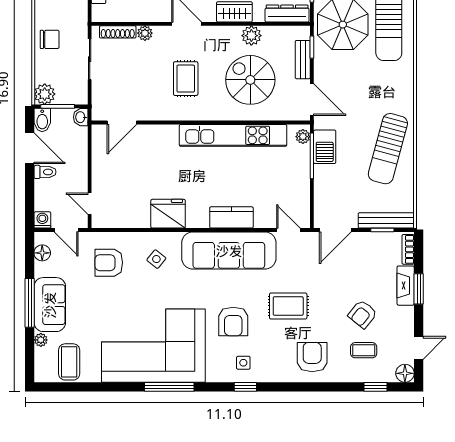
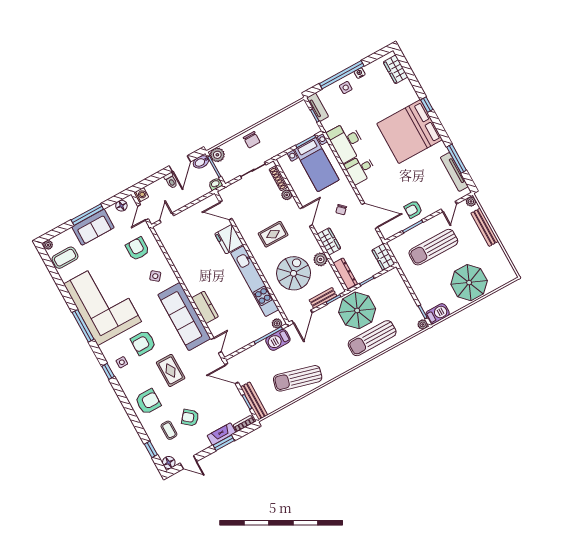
fridge: (168, 214) -> (229, 239), moved, turned 180
plant: (41, 340) -> (48, 245), moved

